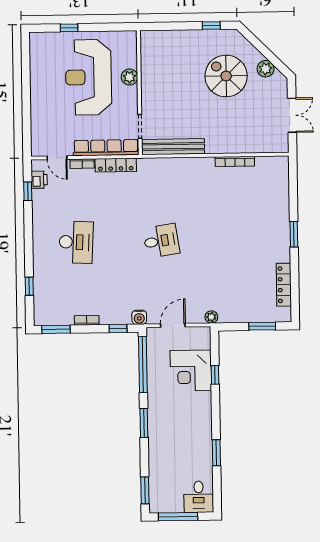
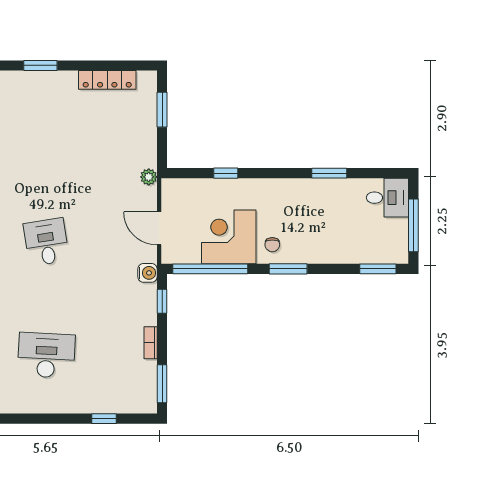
corner desk: (191, 371) -> (229, 237), moved, turned 180
chair: (162, 411) -> (272, 245), added

